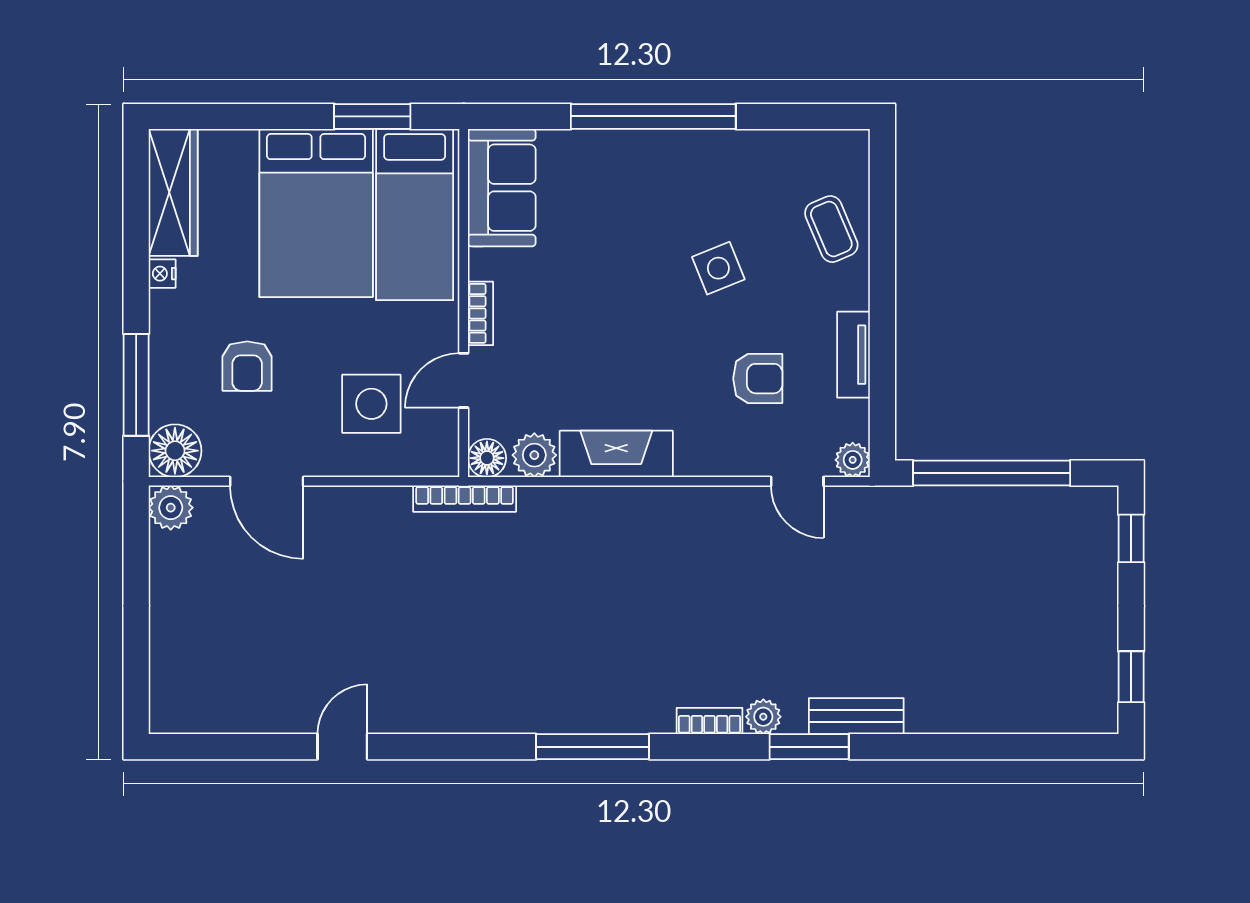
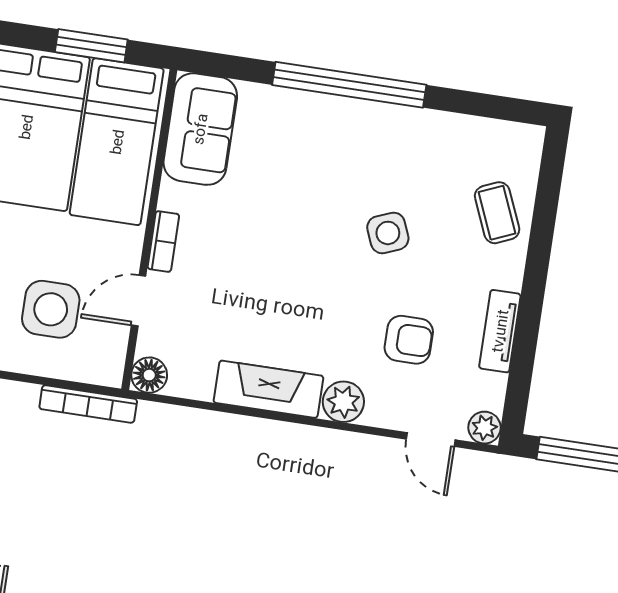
plant: (534, 455) -> (343, 402), moved
bookcase: (465, 499) -> (88, 404), moved

